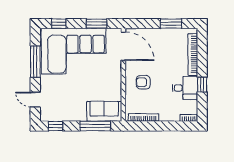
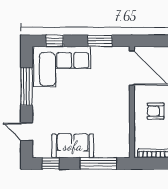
corner sofa: (74, 51) -> (62, 67), width x0.73, depth x0.74
sofa: (104, 111) -> (73, 146), moved

